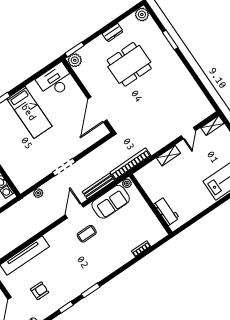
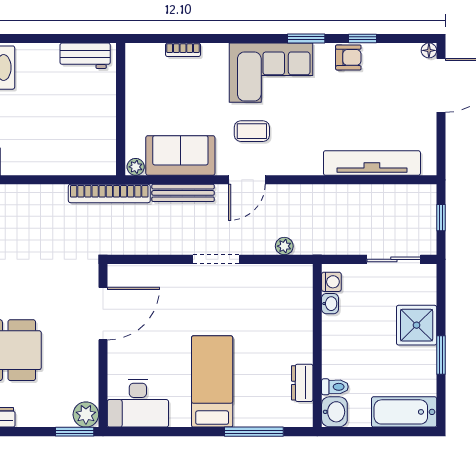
shelving: (169, 156) -> (41, 166), removed
workbench: (166, 211) -> (85, 56), moved, turned -90
corner sofa: (96, 265) -> (271, 73), added
armchair: (40, 291) -> (348, 57), moved, turned 180

